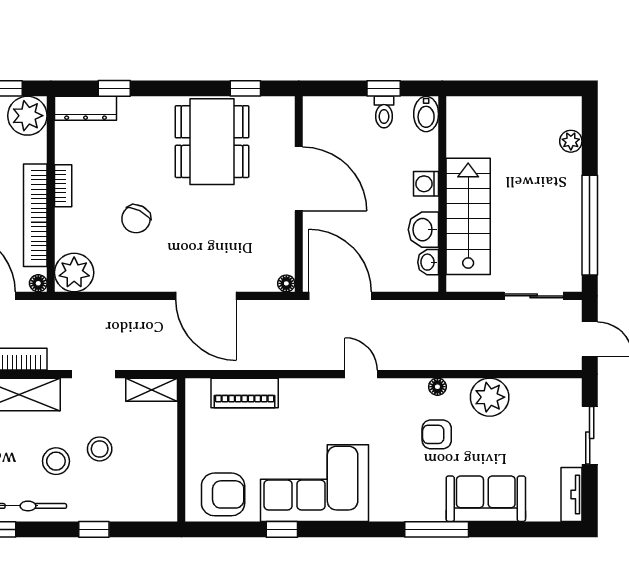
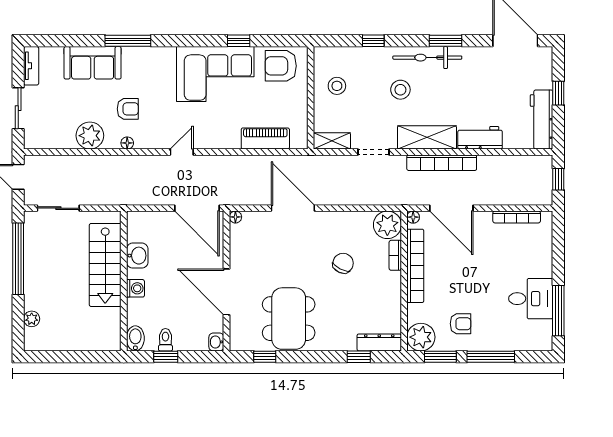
bookcase: (63, 186) -> (395, 255), moved
washbasin: (428, 262) -> (216, 342), moved, turned 180
door: (361, 374) -> (182, 152), swing flipped
stool: (100, 449) -> (337, 86), moved

